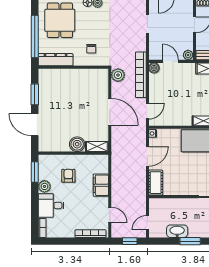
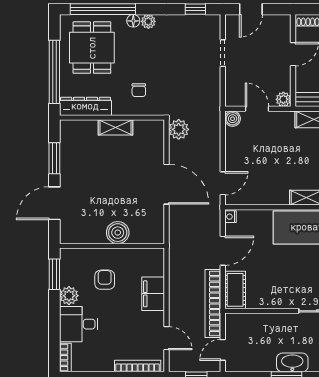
bookcase: (141, 75) -> (213, 304), moved
door: (35, 125) -> (54, 203), hinge flipped
shelving: (97, 147) -> (115, 127), moved
washbasin: (177, 231) -> (292, 362), moved

